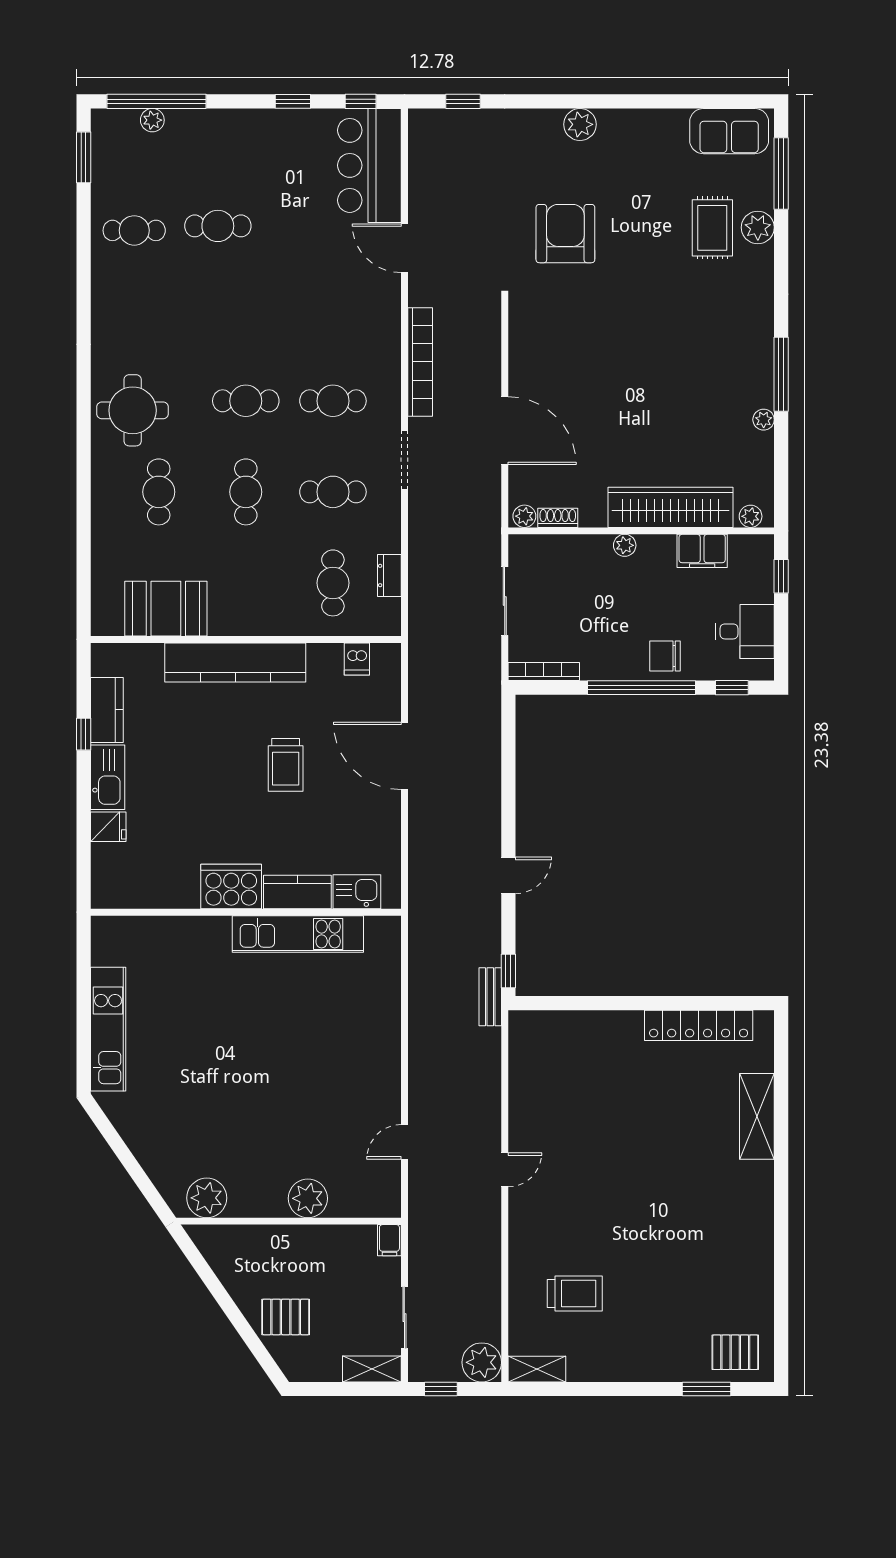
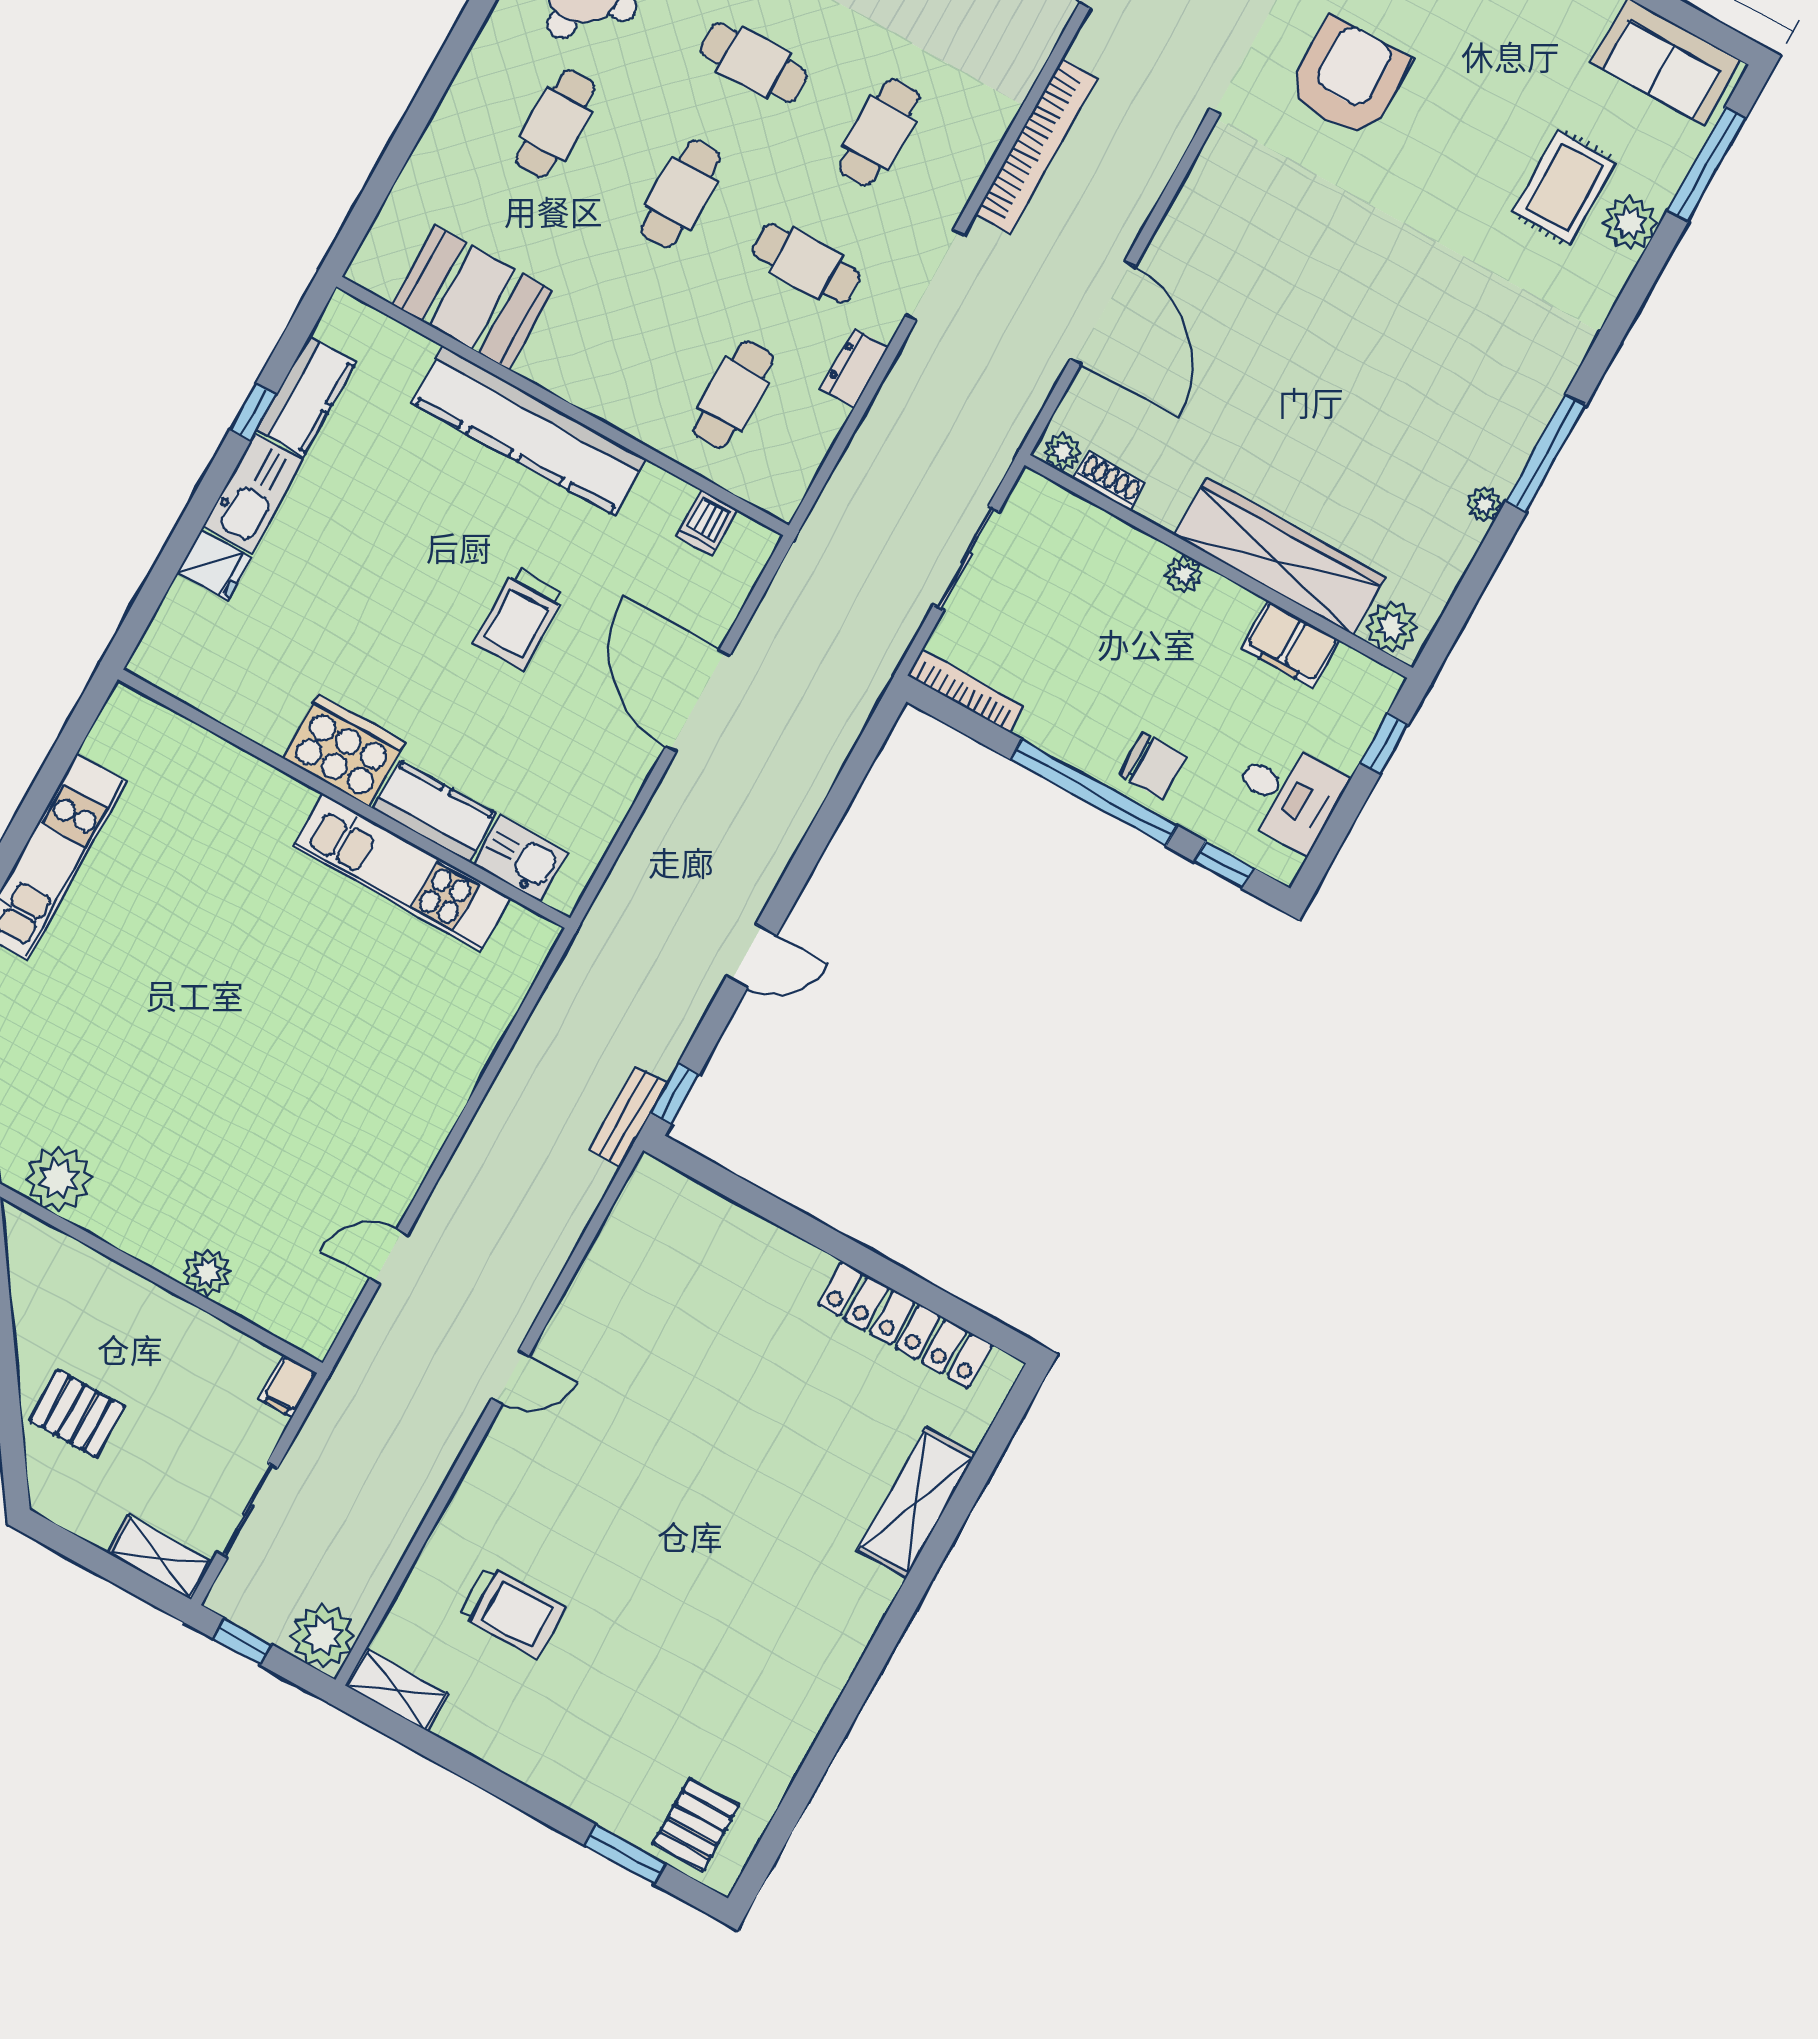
cafe table: (333, 401) -> (879, 132), turned 90
plant: (751, 516) -> (1391, 627), width x1.38, depth x1.38
dresser: (389, 576) -> (854, 368), moved
chair: (665, 656) -> (1153, 766), turned 180
plant: (308, 1198) -> (207, 1272), width x0.73, depth x0.73
pallet: (735, 1352) -> (696, 1825), turned 90

